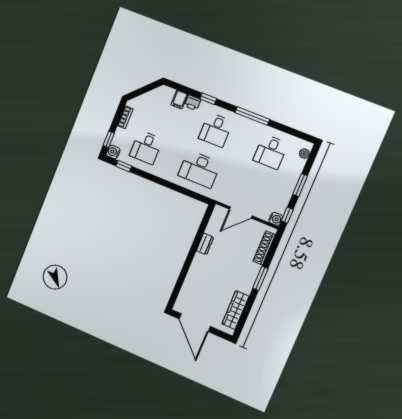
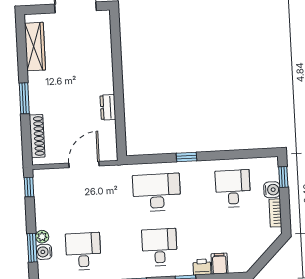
water cooler: (113, 152) -> (272, 190), moved
plant: (304, 154) -> (42, 237), moved
window: (124, 166) -> (186, 157), moved
window: (300, 185) -> (32, 248), moved
water cooler: (276, 219) -> (44, 252), moved

